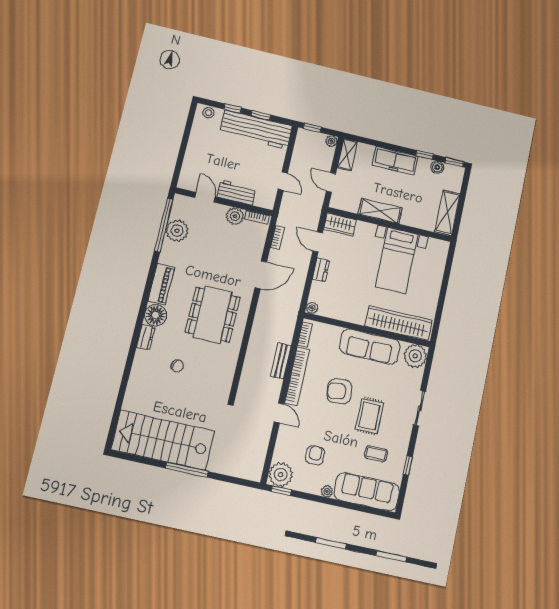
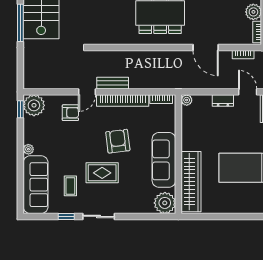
door: (318, 242) -> (248, 92), hinge flipped
bench: (281, 361) -> (113, 83), moved
sliding door: (419, 408) -> (99, 216), moved
armchair: (315, 455) -> (70, 113), moved

